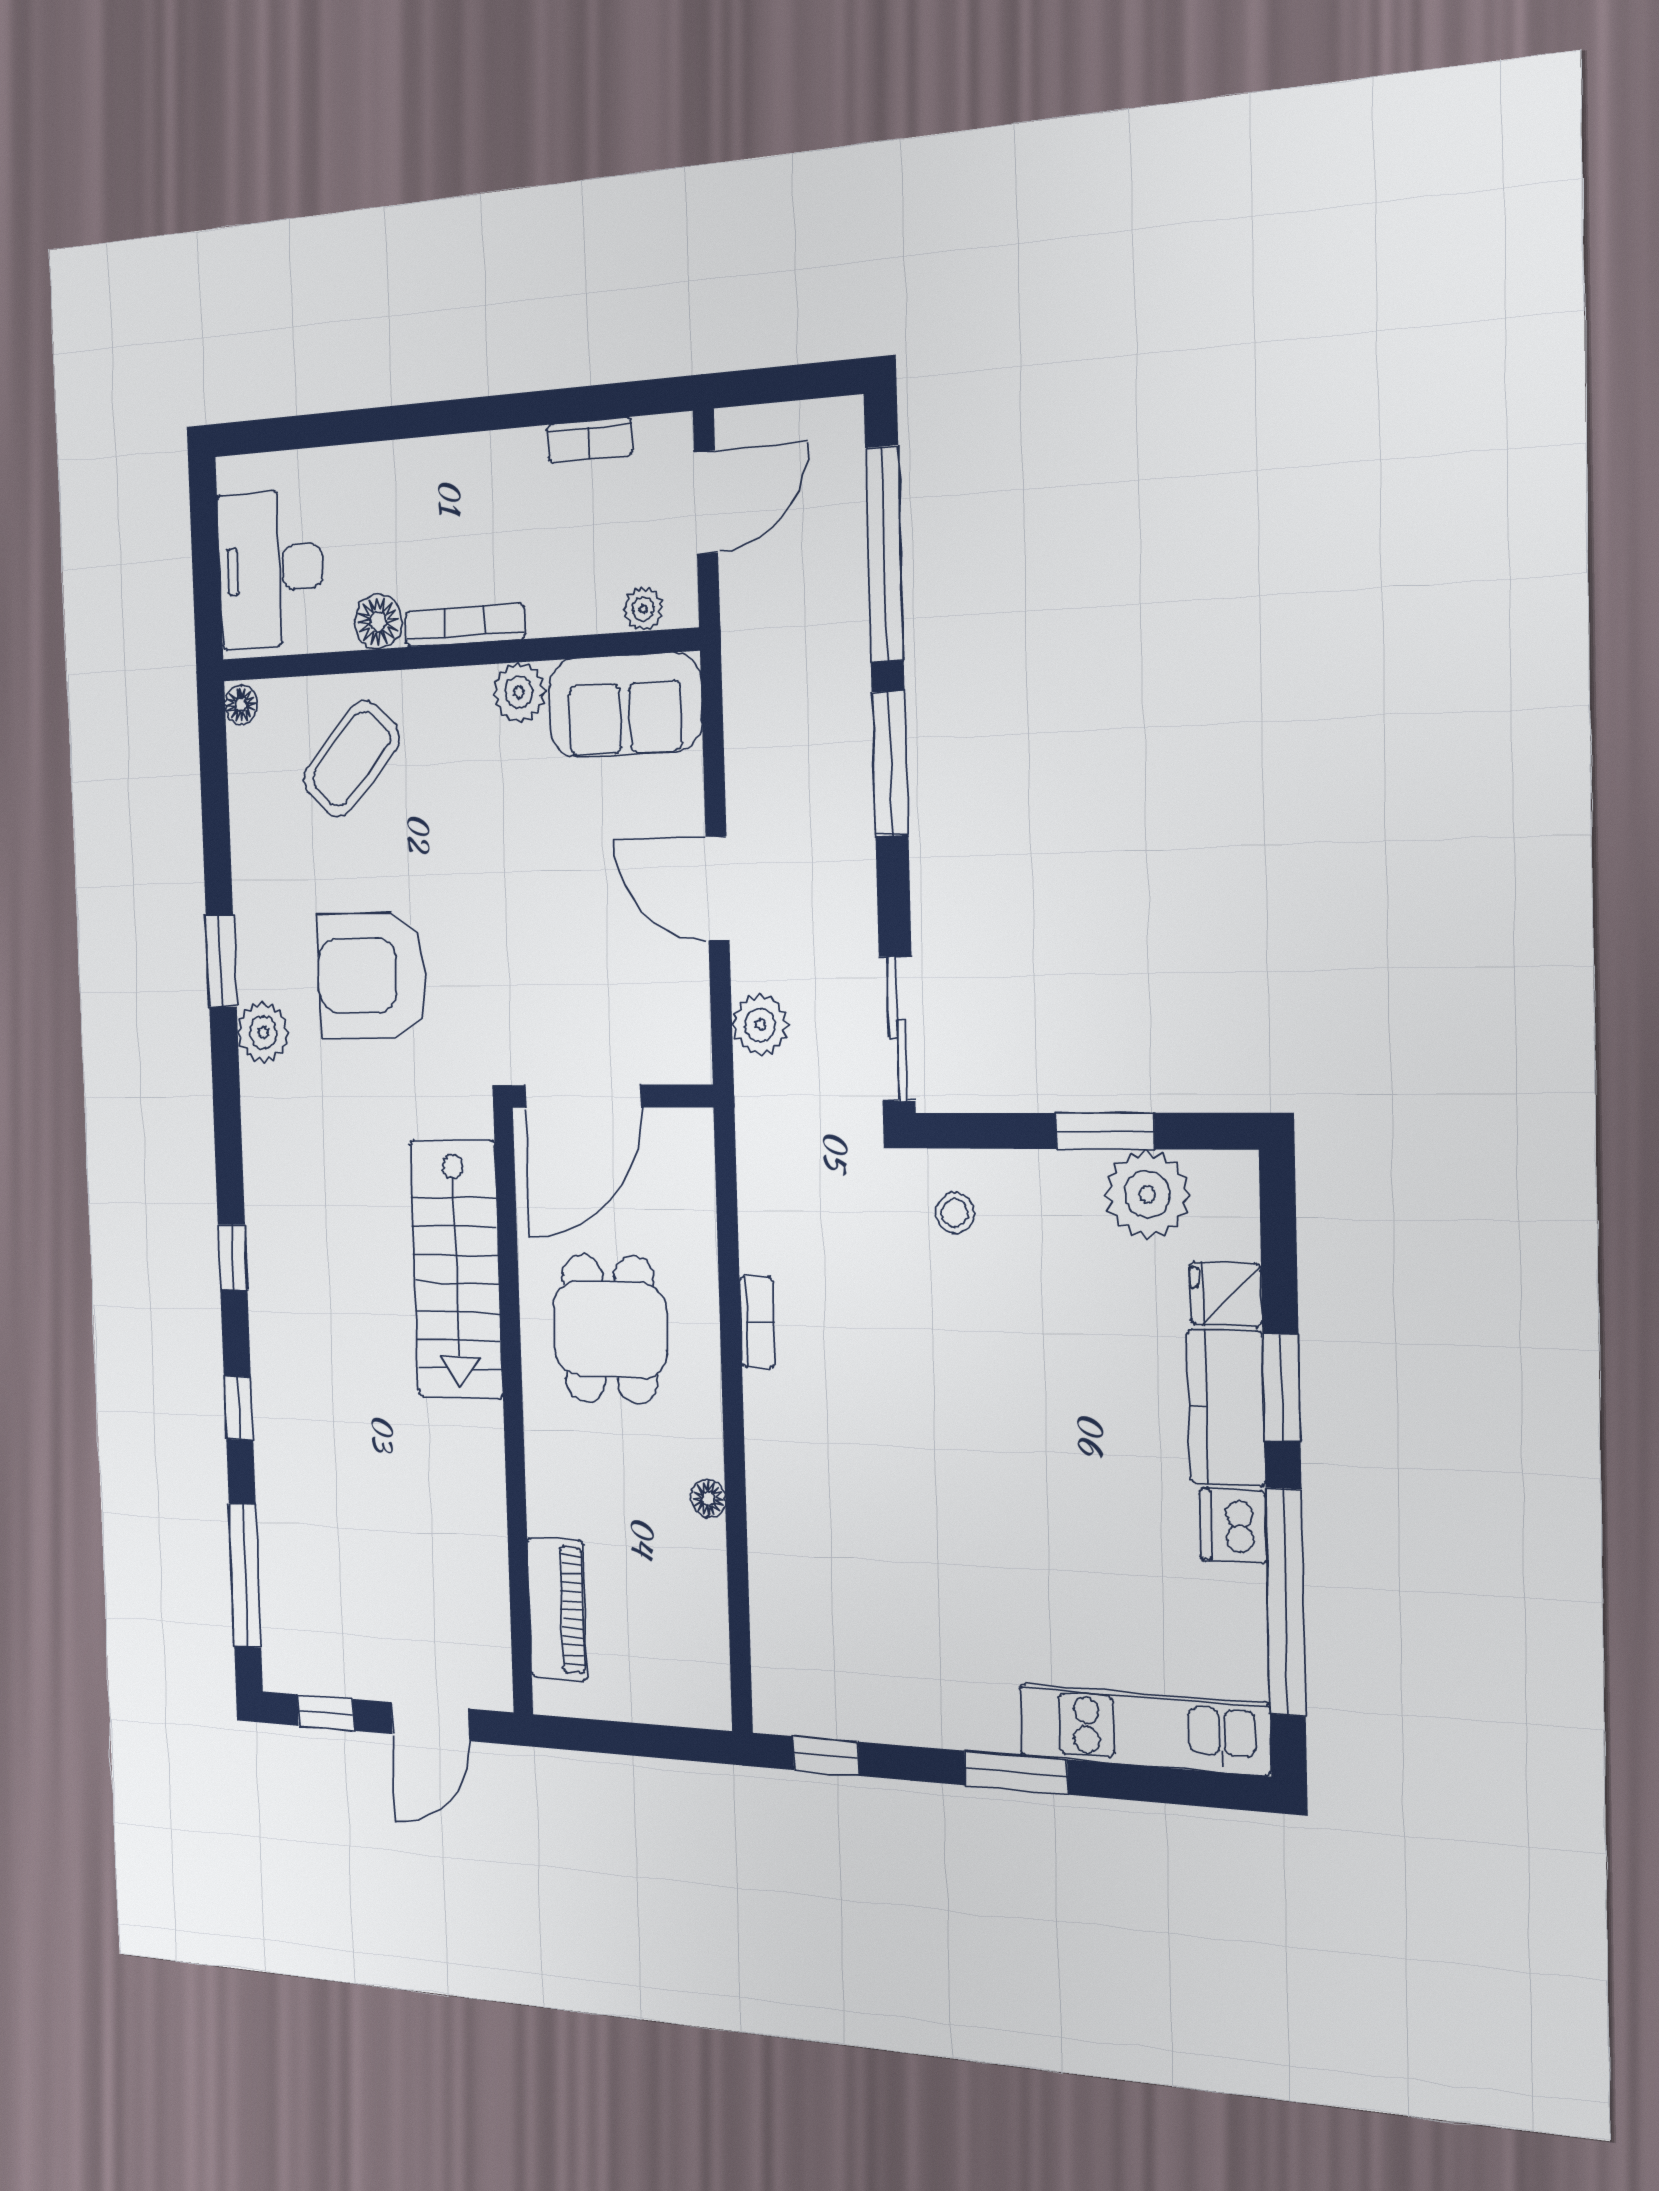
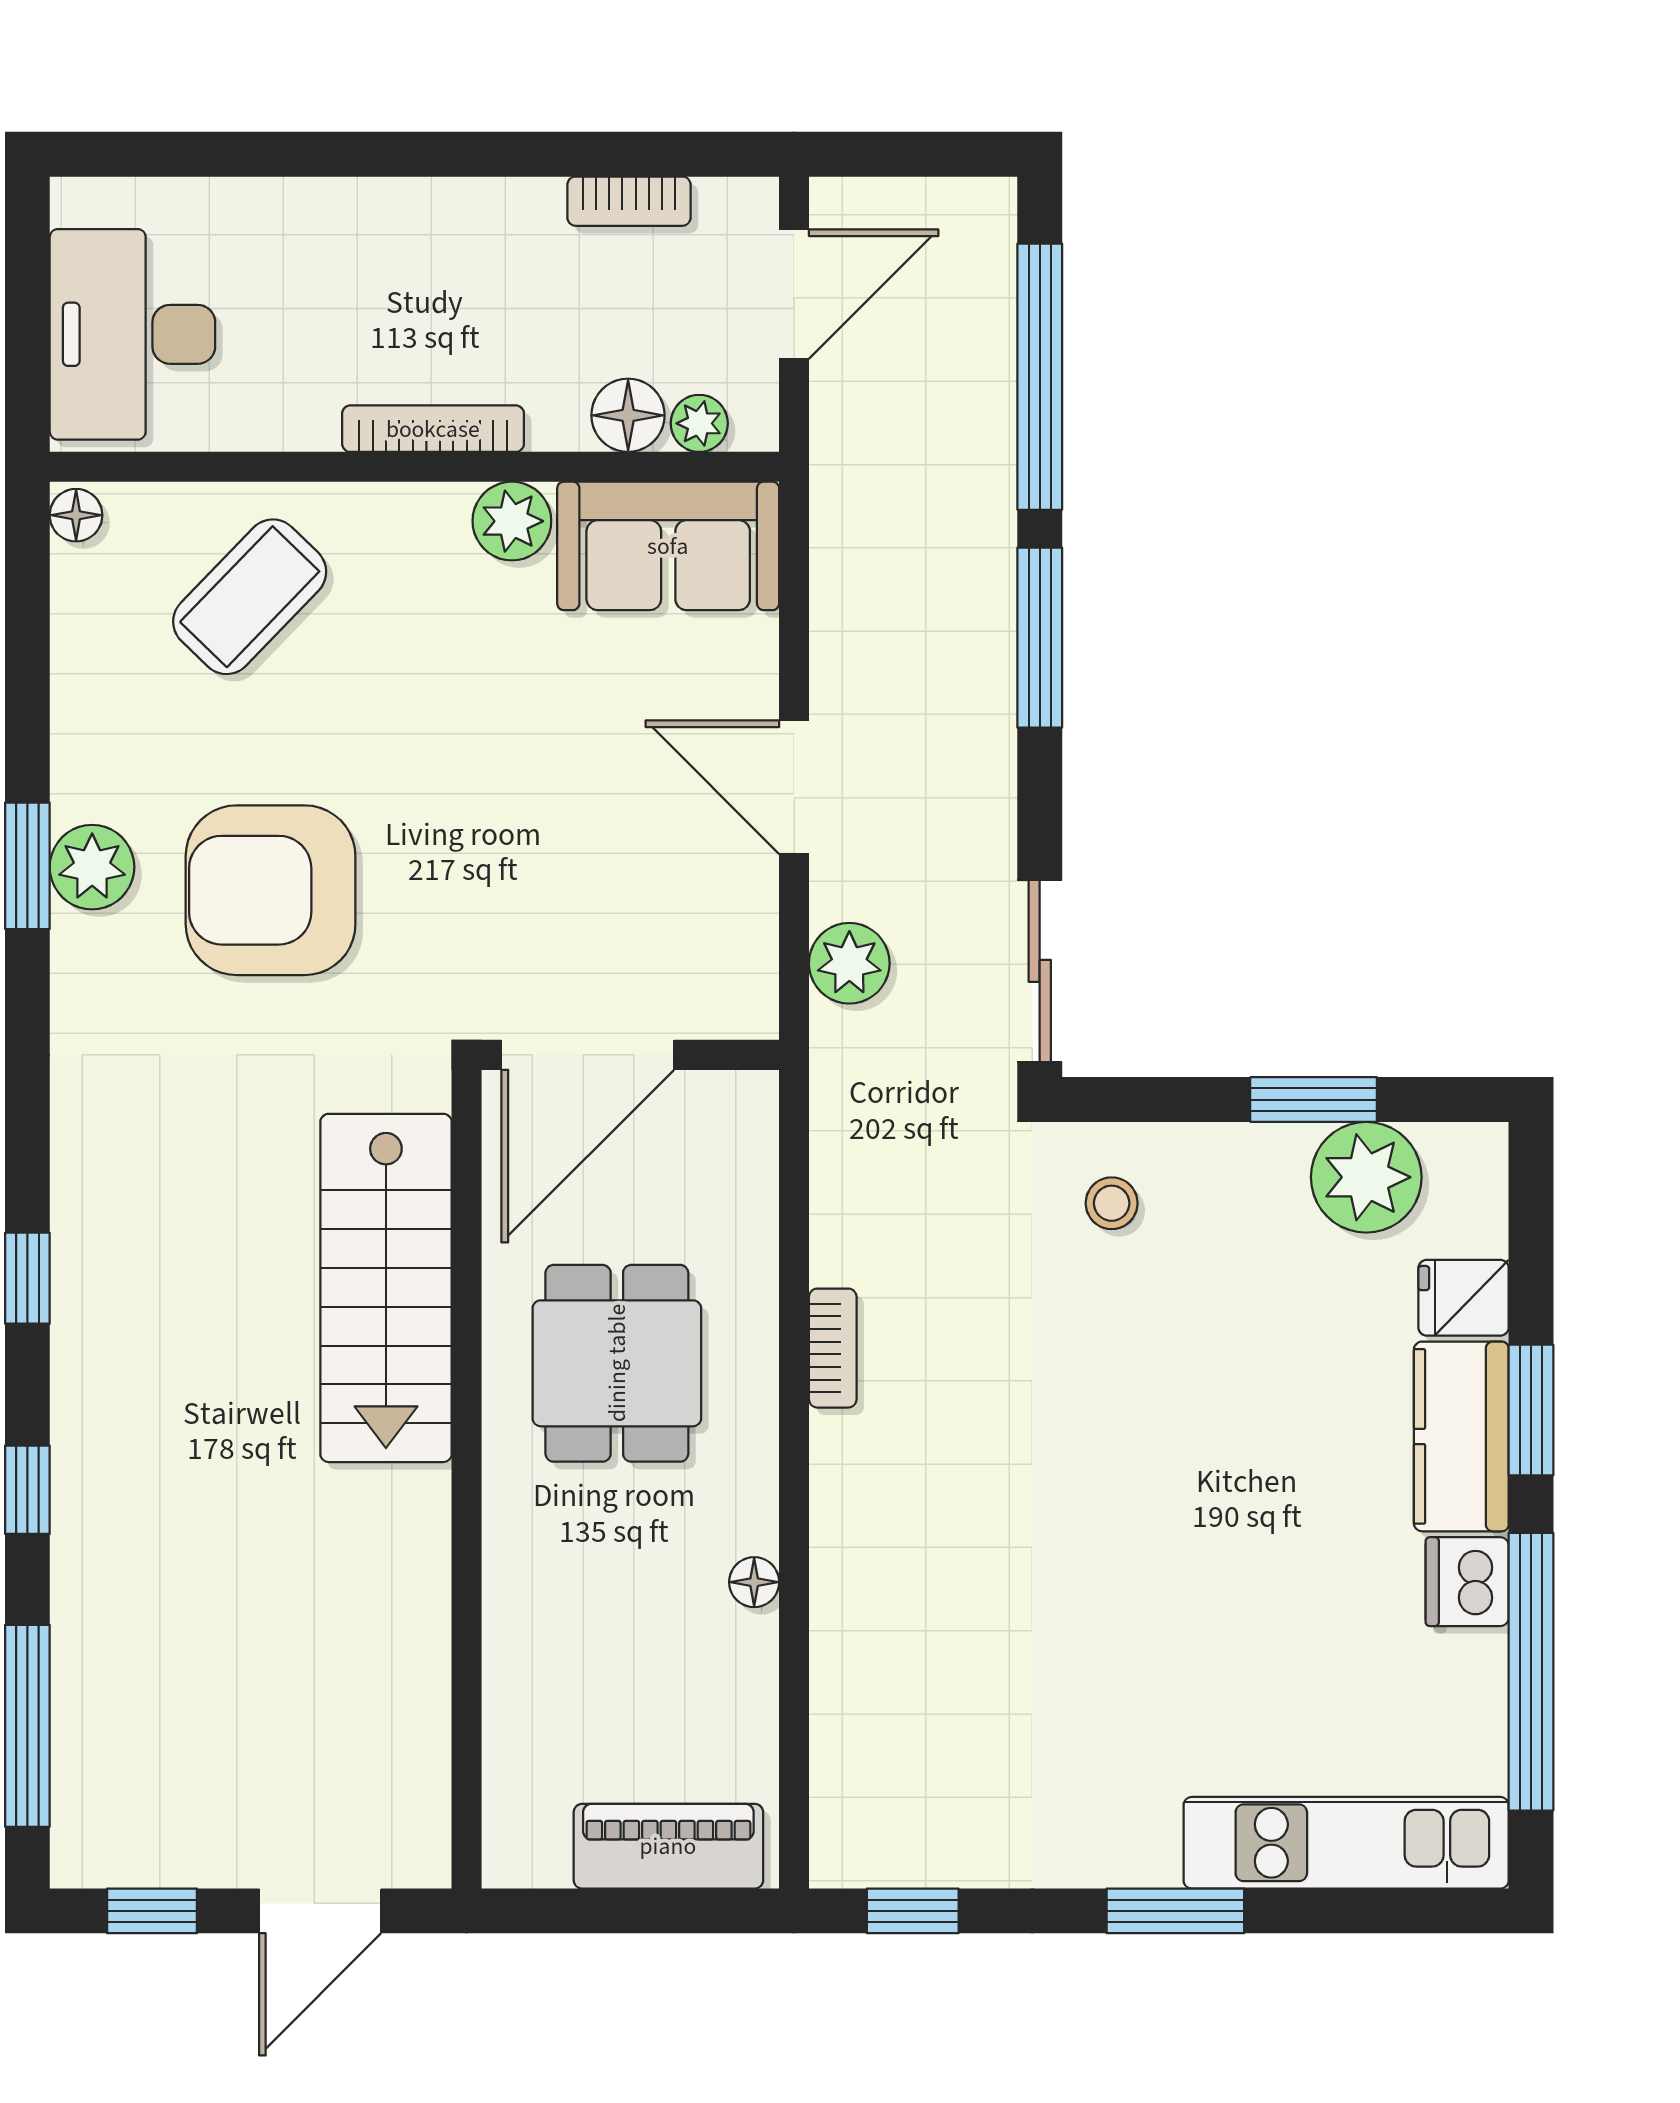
floor lamp: (378, 621) -> (628, 415), moved
plant: (263, 1032) -> (92, 867), moved
piano: (557, 1609) -> (668, 1846), moved, turned -90

